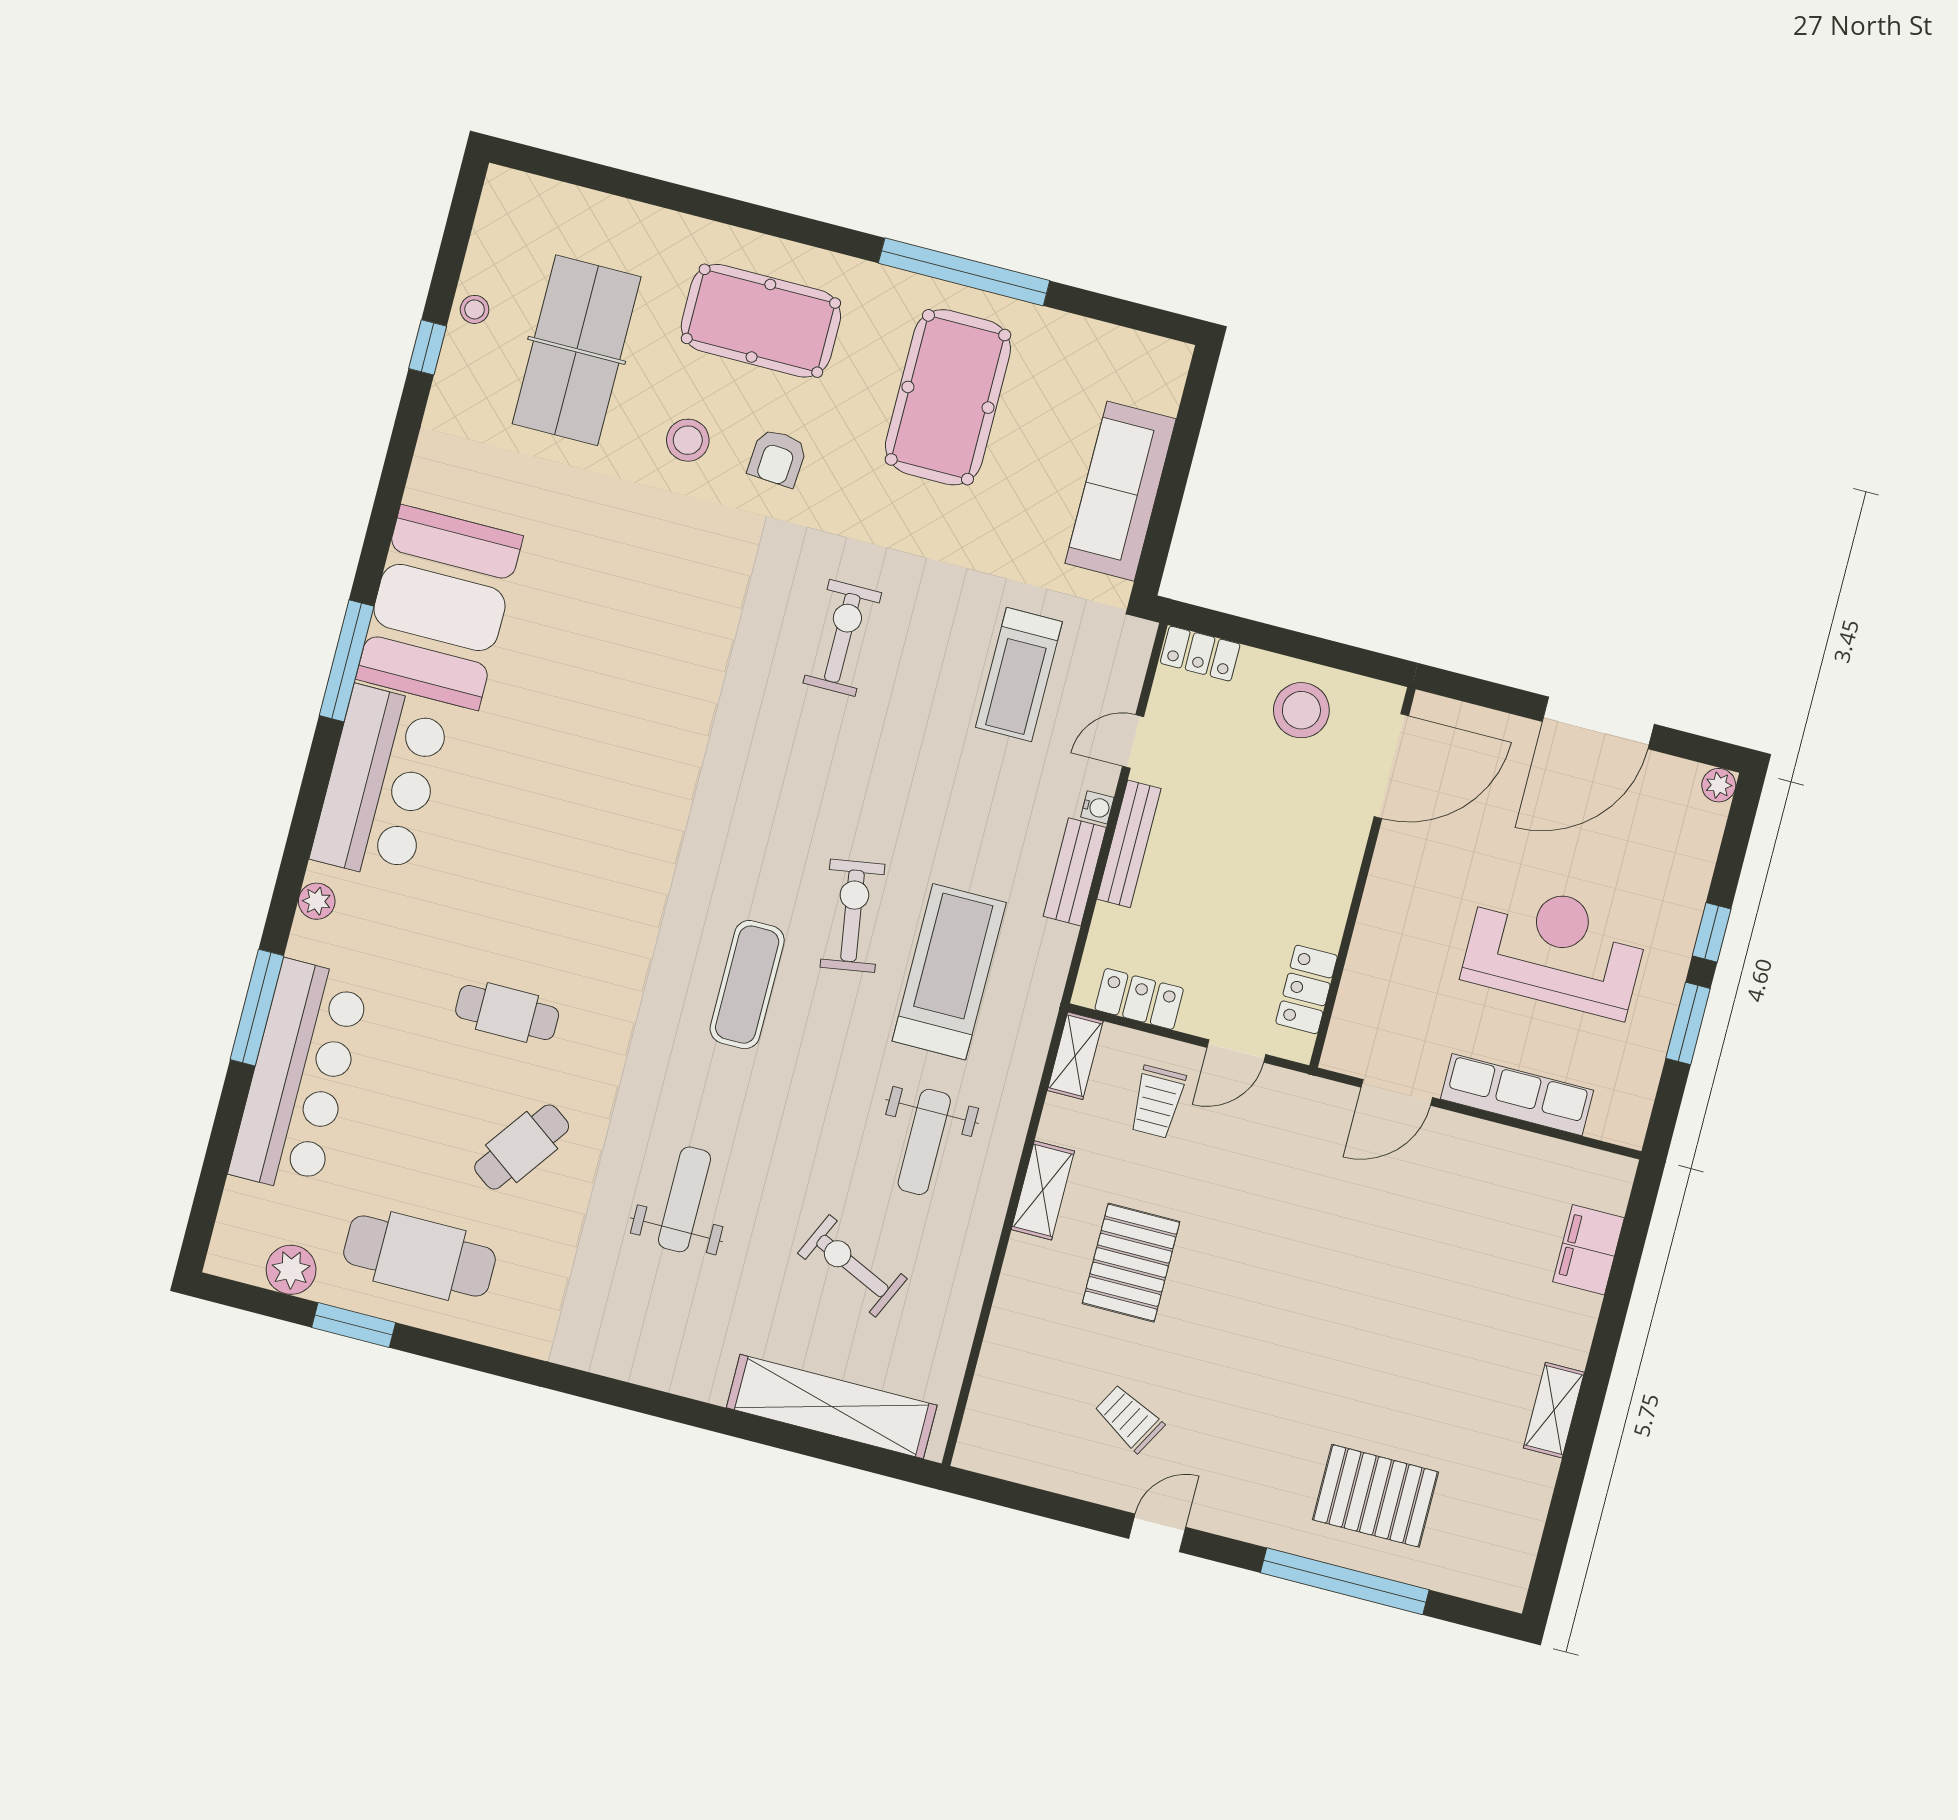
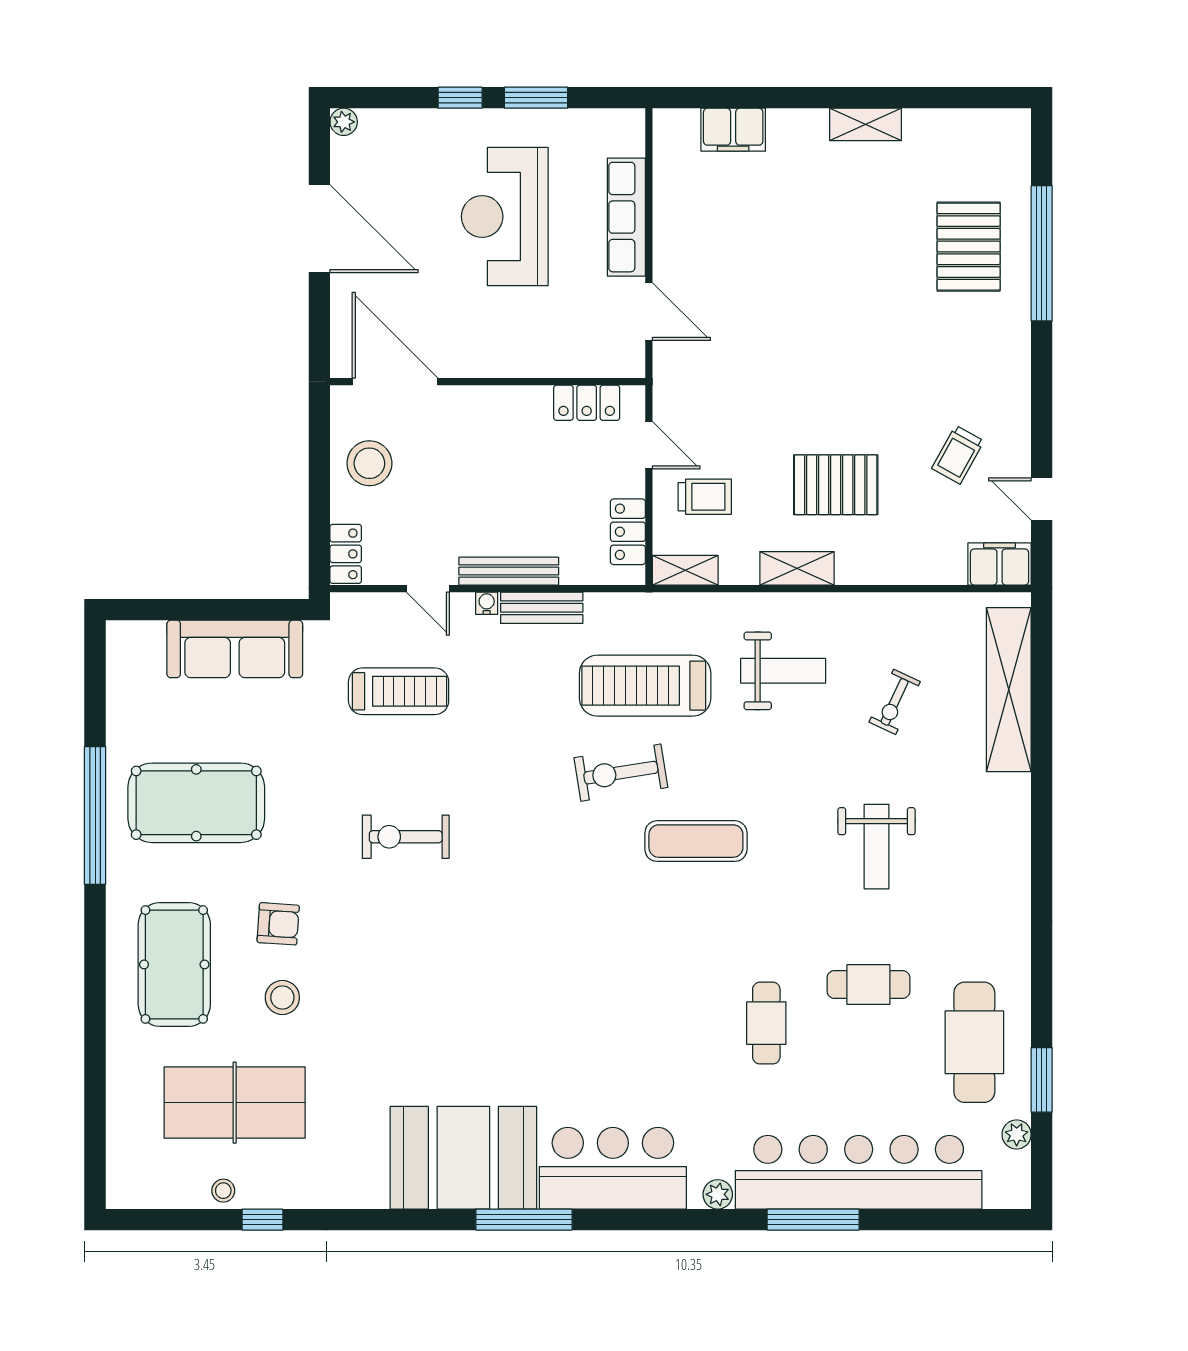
bar counter: (300, 1077) -> (859, 1172), width x1.36
cafe table: (522, 1147) -> (868, 984), turned -36
weight bench: (684, 1199) -> (877, 847), turned -90
exercise bike: (852, 1266) -> (895, 702), width x0.73, depth x0.72
plant: (291, 1270) -> (1017, 1134), width x0.73, depth x0.73
filing cabinet: (985, 1434) -> (1000, 564), added
door: (1157, 1533) -> (1042, 499), moved

